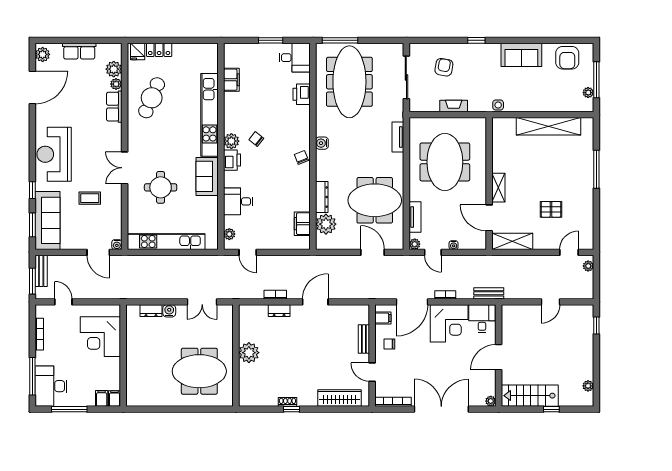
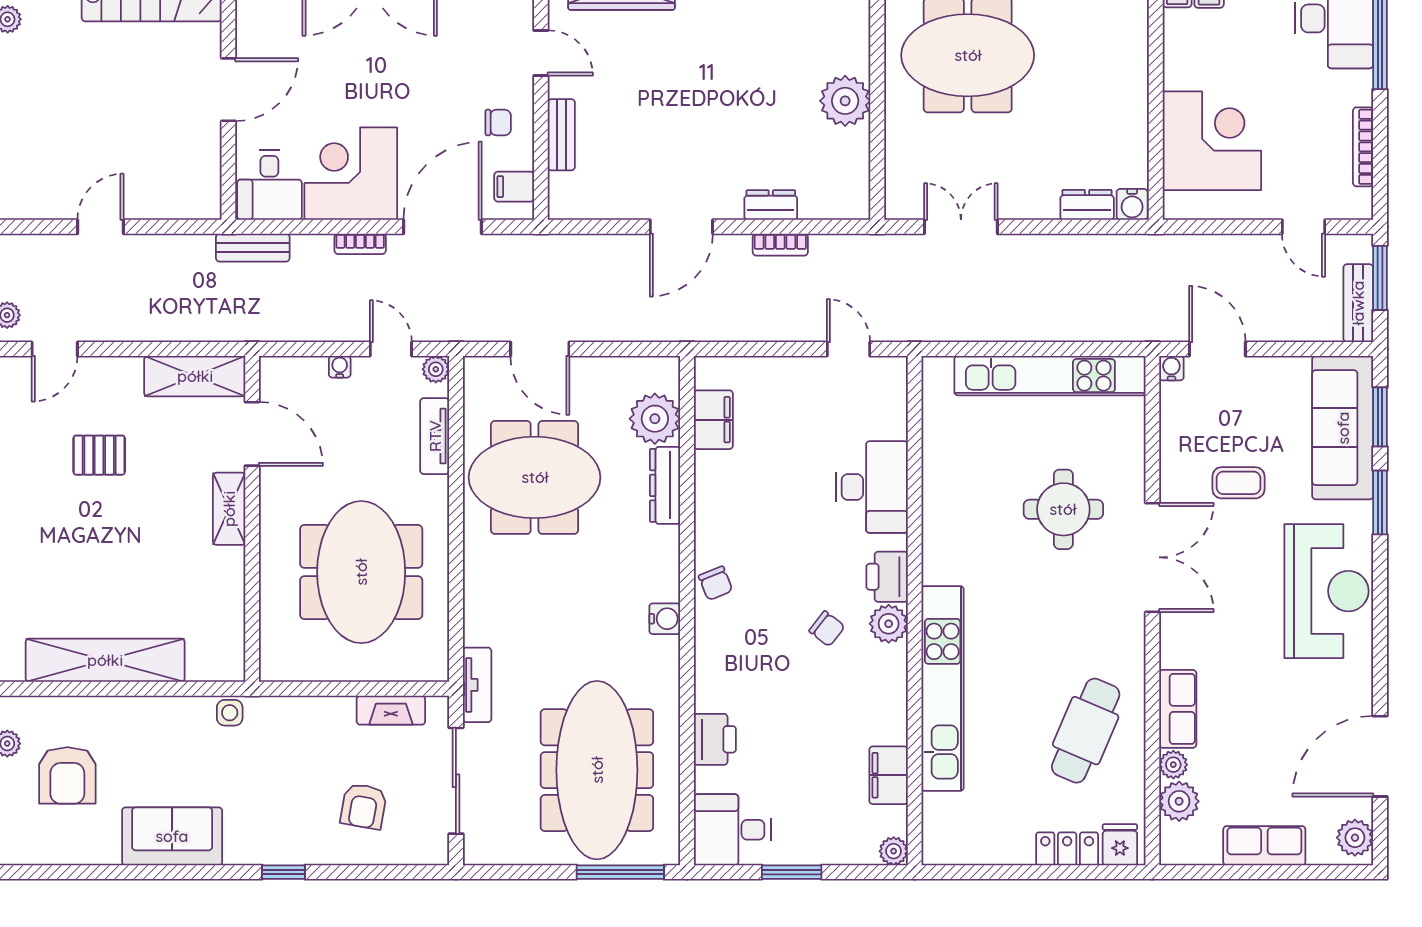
armchair: (567, 58) -> (67, 775), moved, turned 180
fireplace: (454, 106) -> (391, 710), moved
tv unit: (398, 137) -> (477, 685), moved
double door: (125, 168) -> (1152, 557), width x1.37
sofa: (207, 176) -> (949, 536), removed
window: (32, 190) -> (1380, 503), width x1.50
desk: (238, 201) -> (872, 487), width x1.37
plant: (229, 234) -> (894, 851), moved
water cooler: (169, 311) -> (1132, 204), moved

